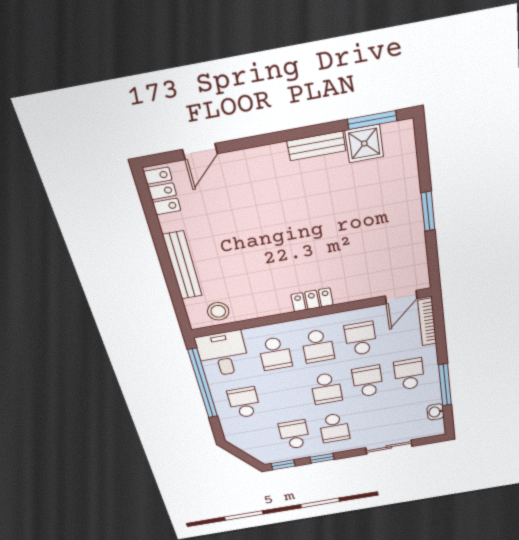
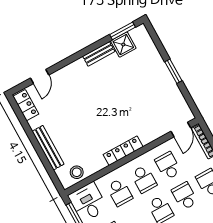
locker: (312, 300) -> (123, 151), width x1.53

